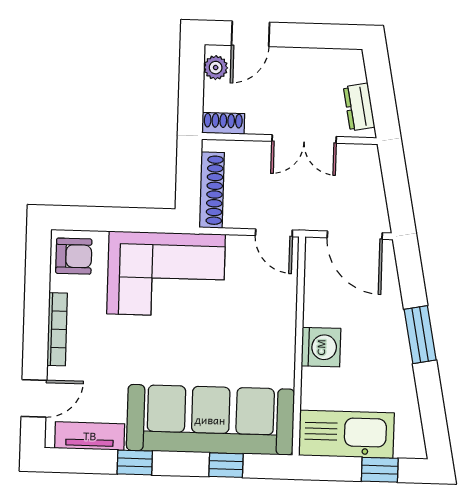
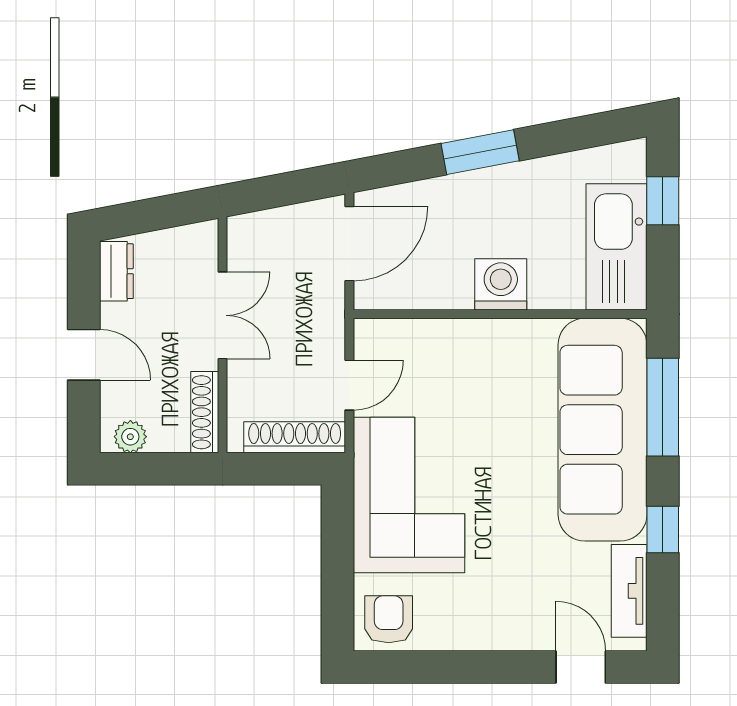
door: (251, 34) -> (84, 355), moved
dresser: (359, 107) -> (116, 271), moved, turned -79
shoe rack: (223, 123) -> (205, 412), width x1.43
door: (274, 233) -> (349, 385), moved
bookcase: (57, 329) -> (487, 639), removed
window: (226, 465) -> (663, 407), width x2.17

